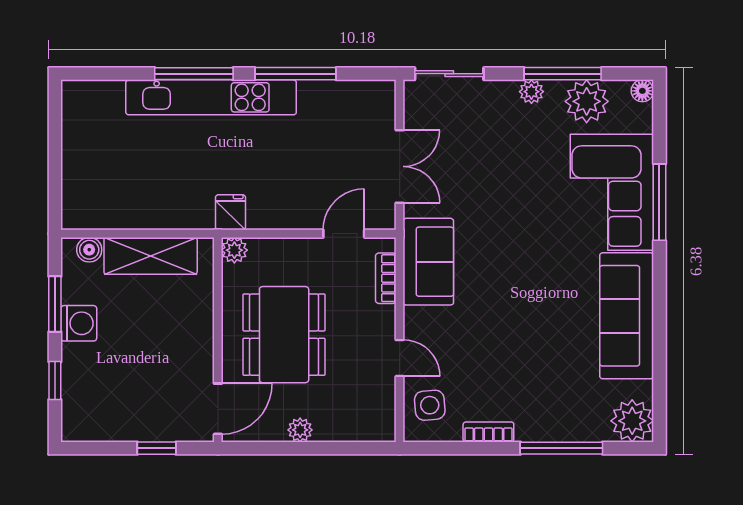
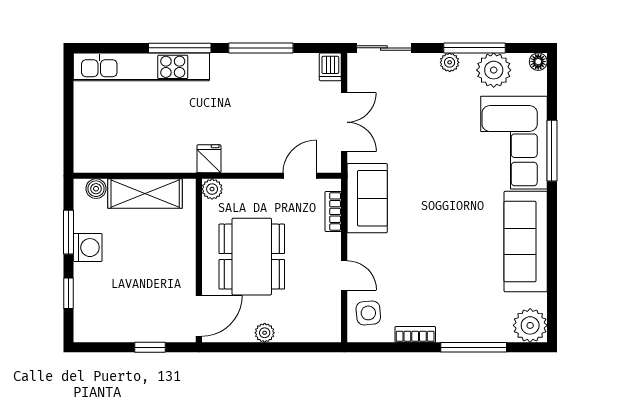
kitchen unit: (211, 97) -> (141, 67), moved
dishwasher: (382, 97) -> (330, 67), added

